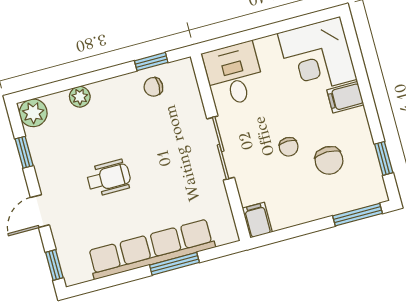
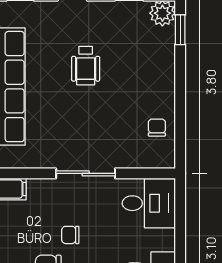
window: (151, 62) -> (180, 30), moved
plant: (80, 97) -> (166, 59), removed

